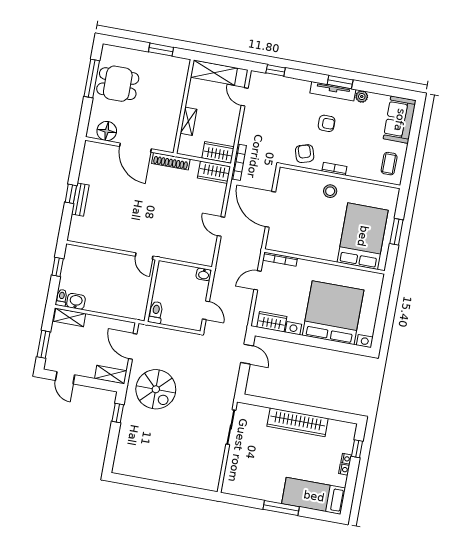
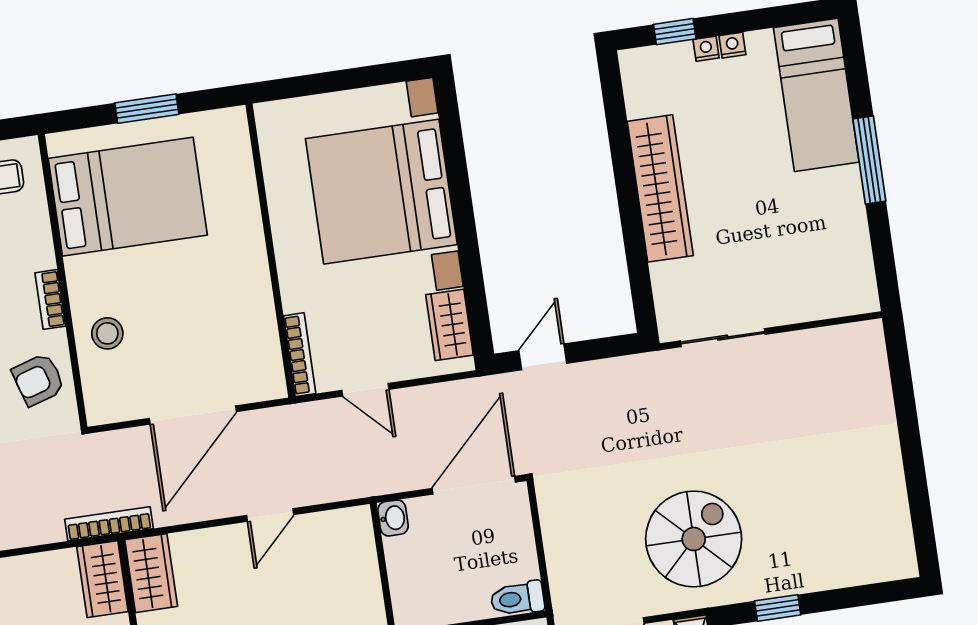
stool: (330, 191) -> (107, 333), moved
bed: (363, 236) -> (128, 197), moved, turned 180
door: (206, 310) -> (474, 485), width x1.88

